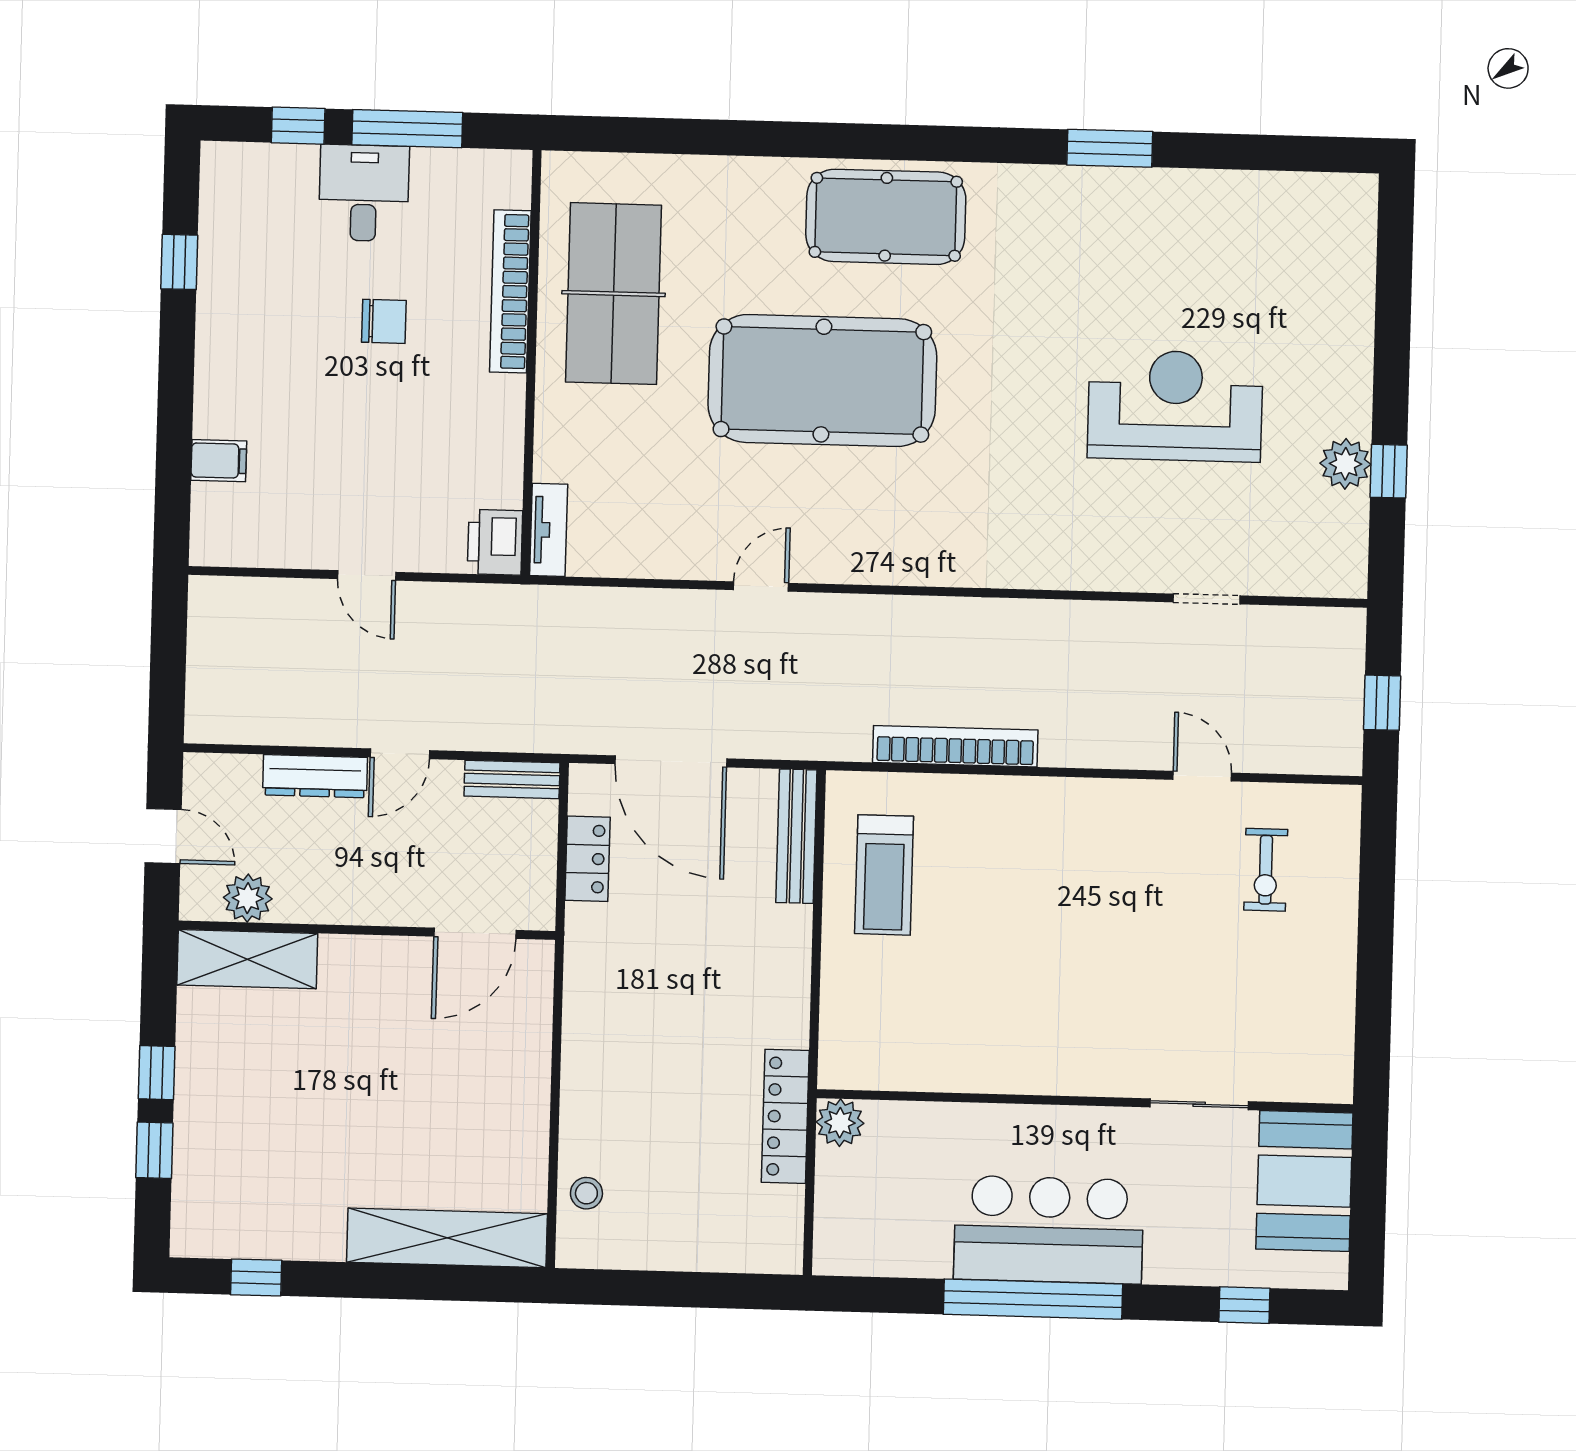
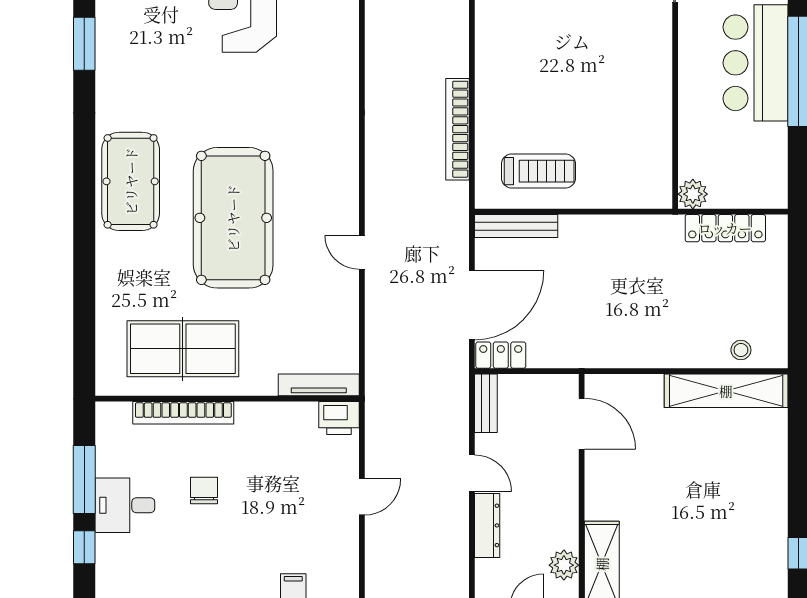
tv unit: (549, 530) -> (319, 385), width x1.41
locker: (588, 859) -> (501, 355), moved
locker: (785, 1116) -> (725, 228), moved
shelving: (447, 1238) -> (726, 391), moved, turned 90

